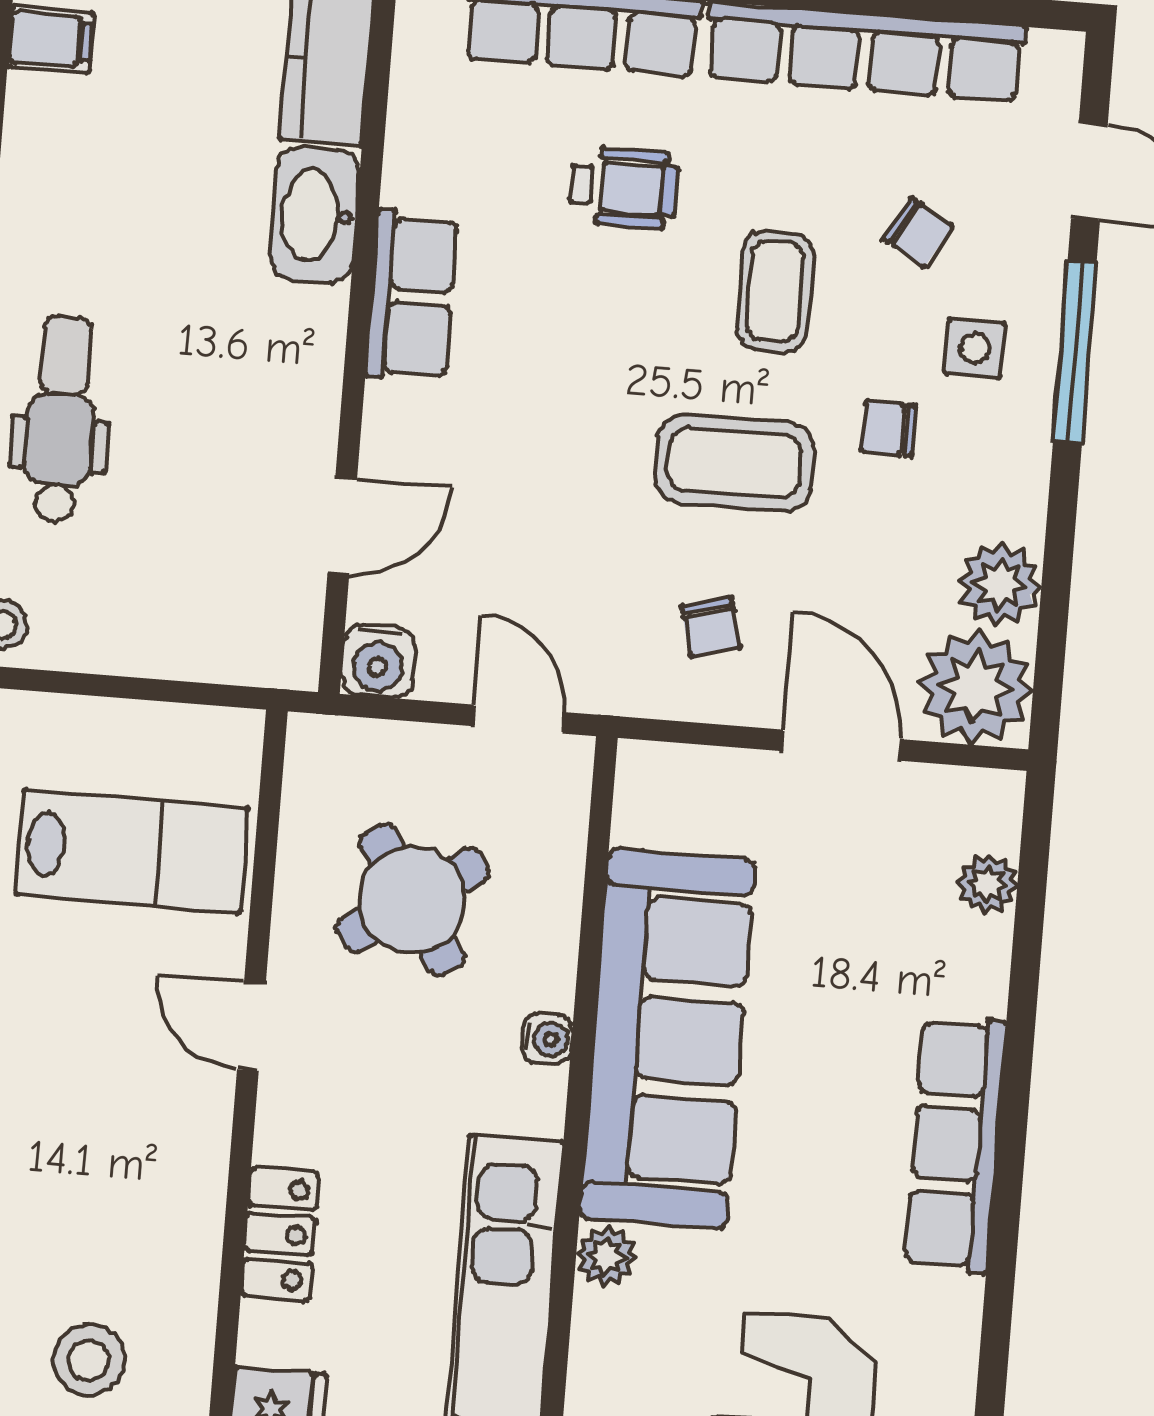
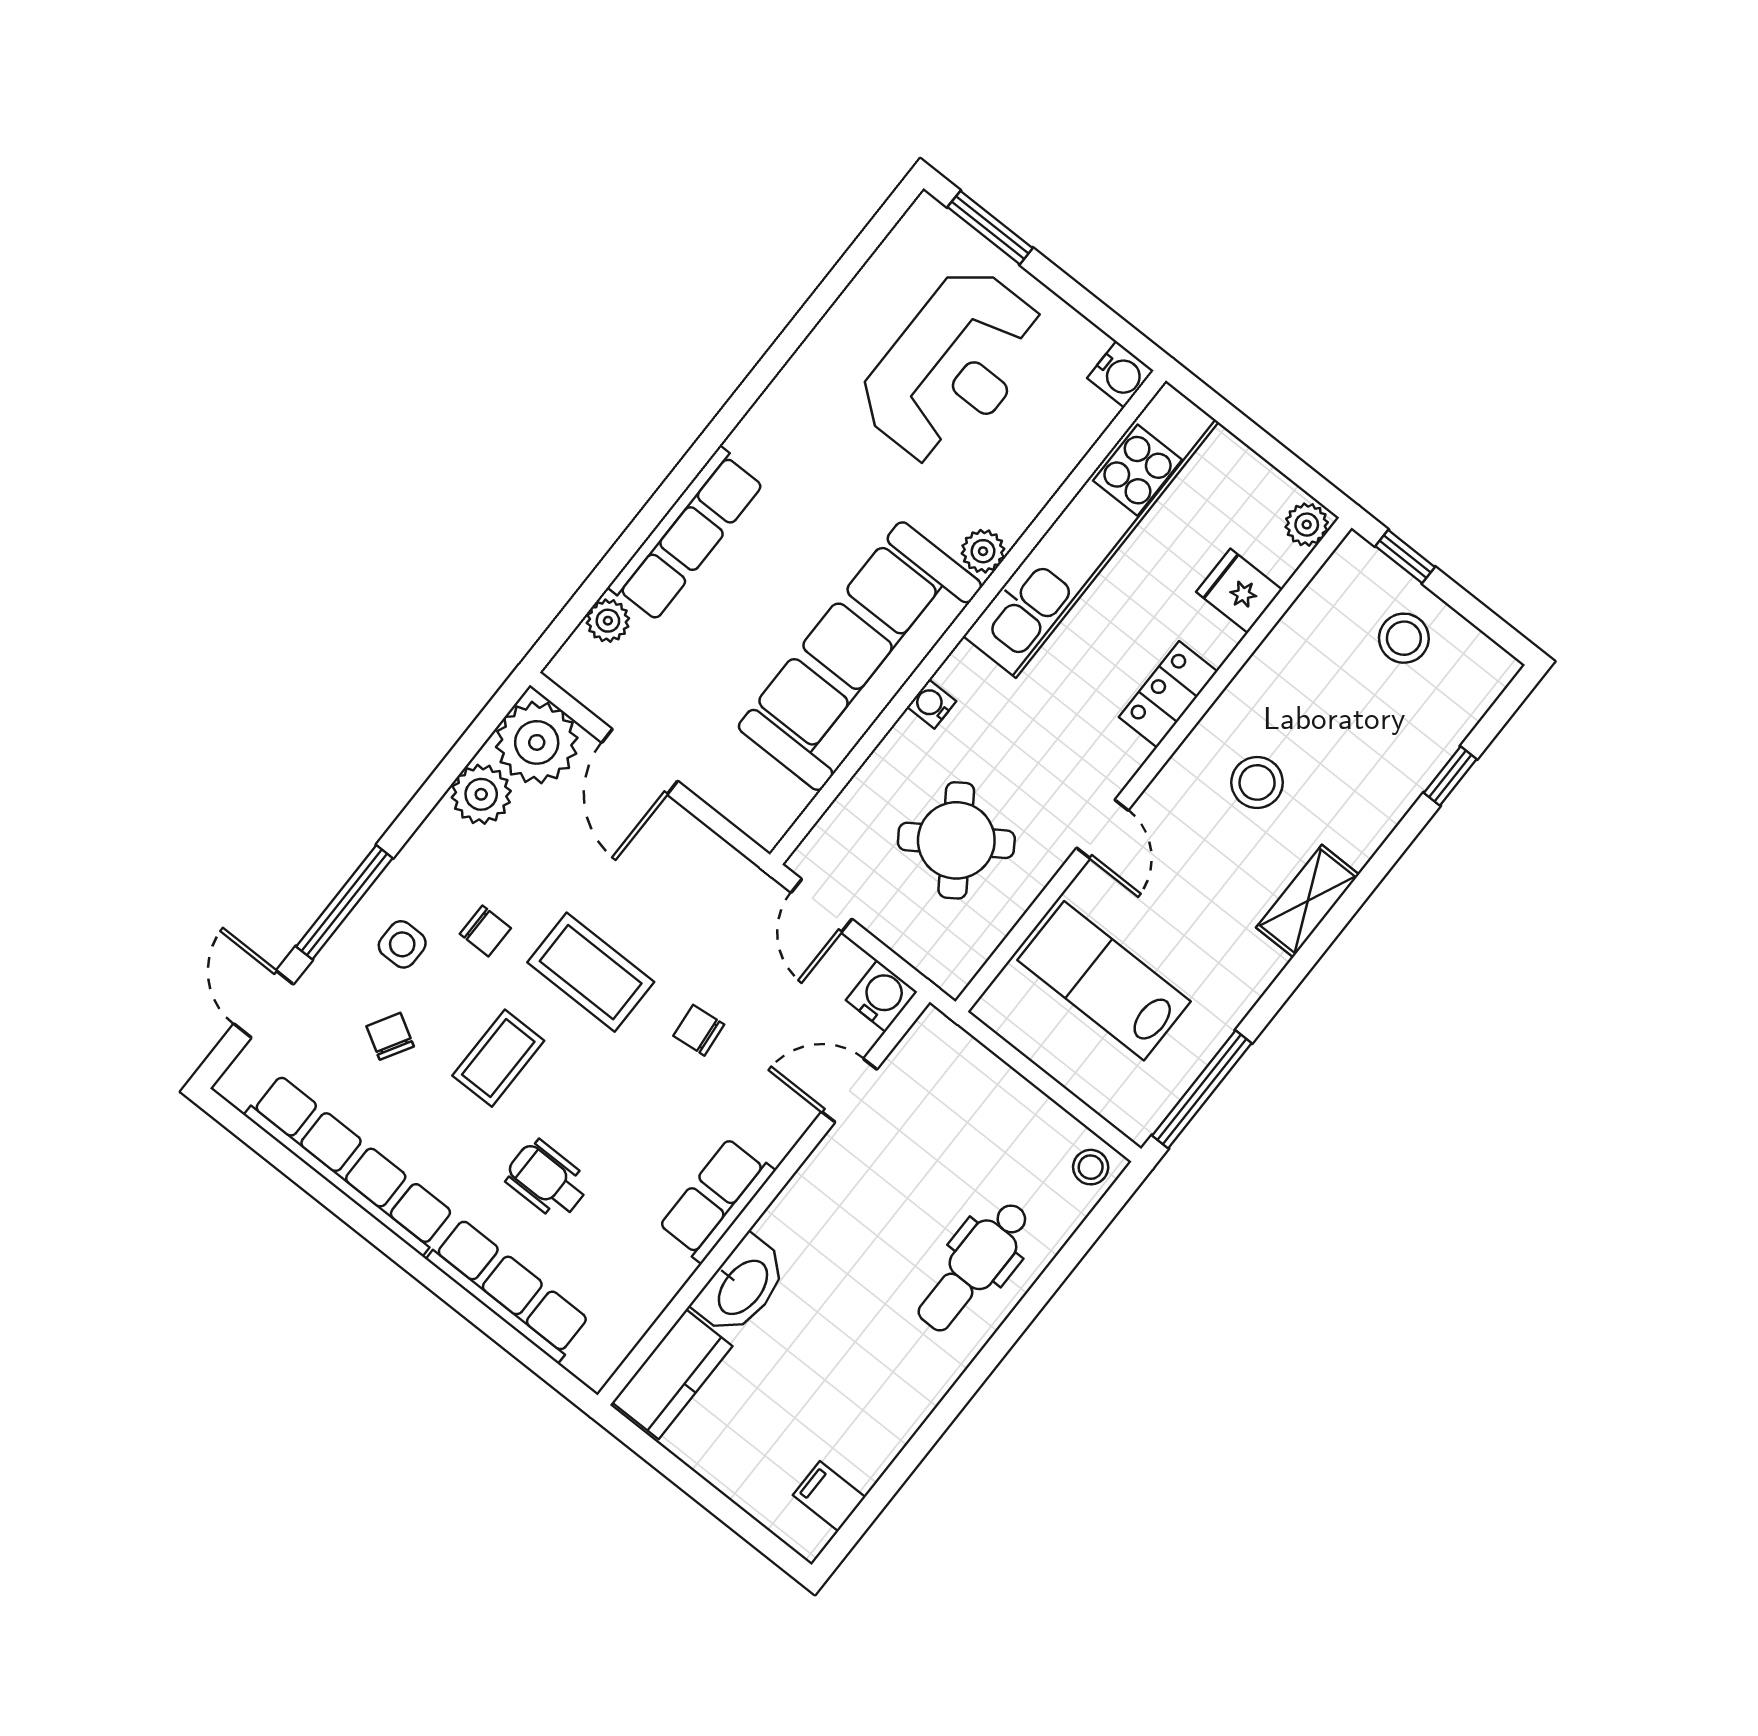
chair: (711, 627) -> (699, 1030), moved, turned -82
row of seats: (955, 1144) -> (686, 535), moved
stool: (89, 1360) -> (1257, 782), moved

